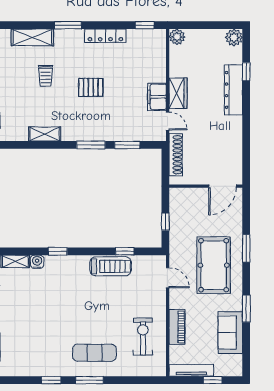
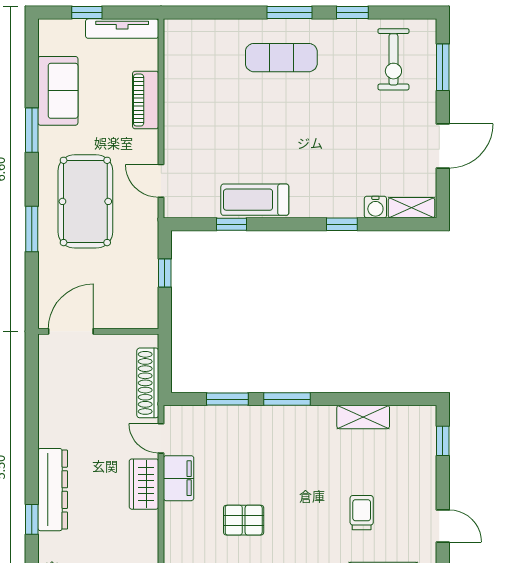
pallet: (91, 87) -> (244, 520), moved
exercise bike: (143, 337) -> (393, 59), moved

